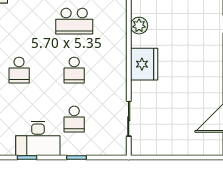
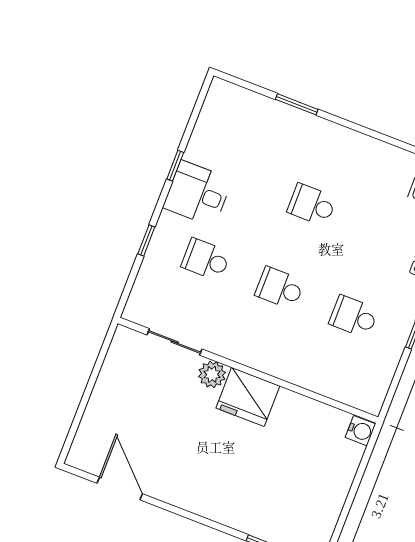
school desk: (74, 21) -> (354, 317), width x0.54
plant: (139, 26) -> (212, 374), moved
desk: (38, 138) -> (198, 194), width x0.73

